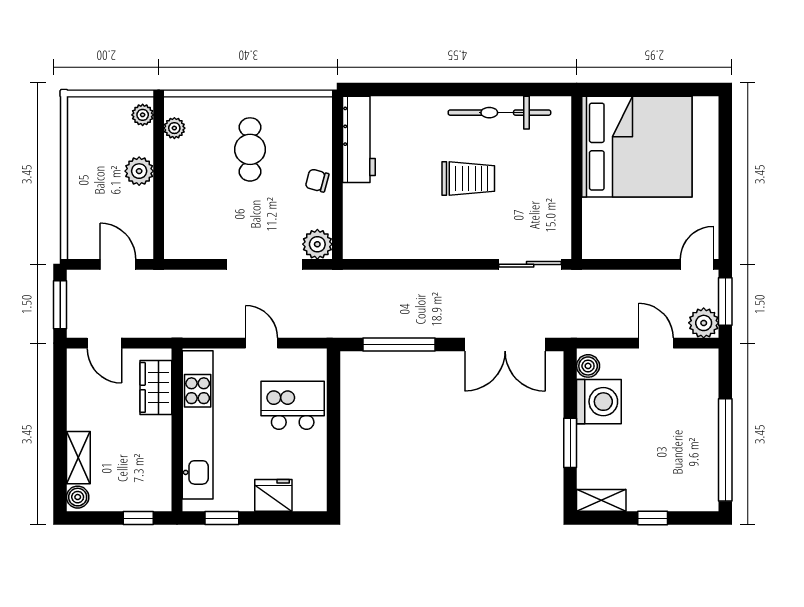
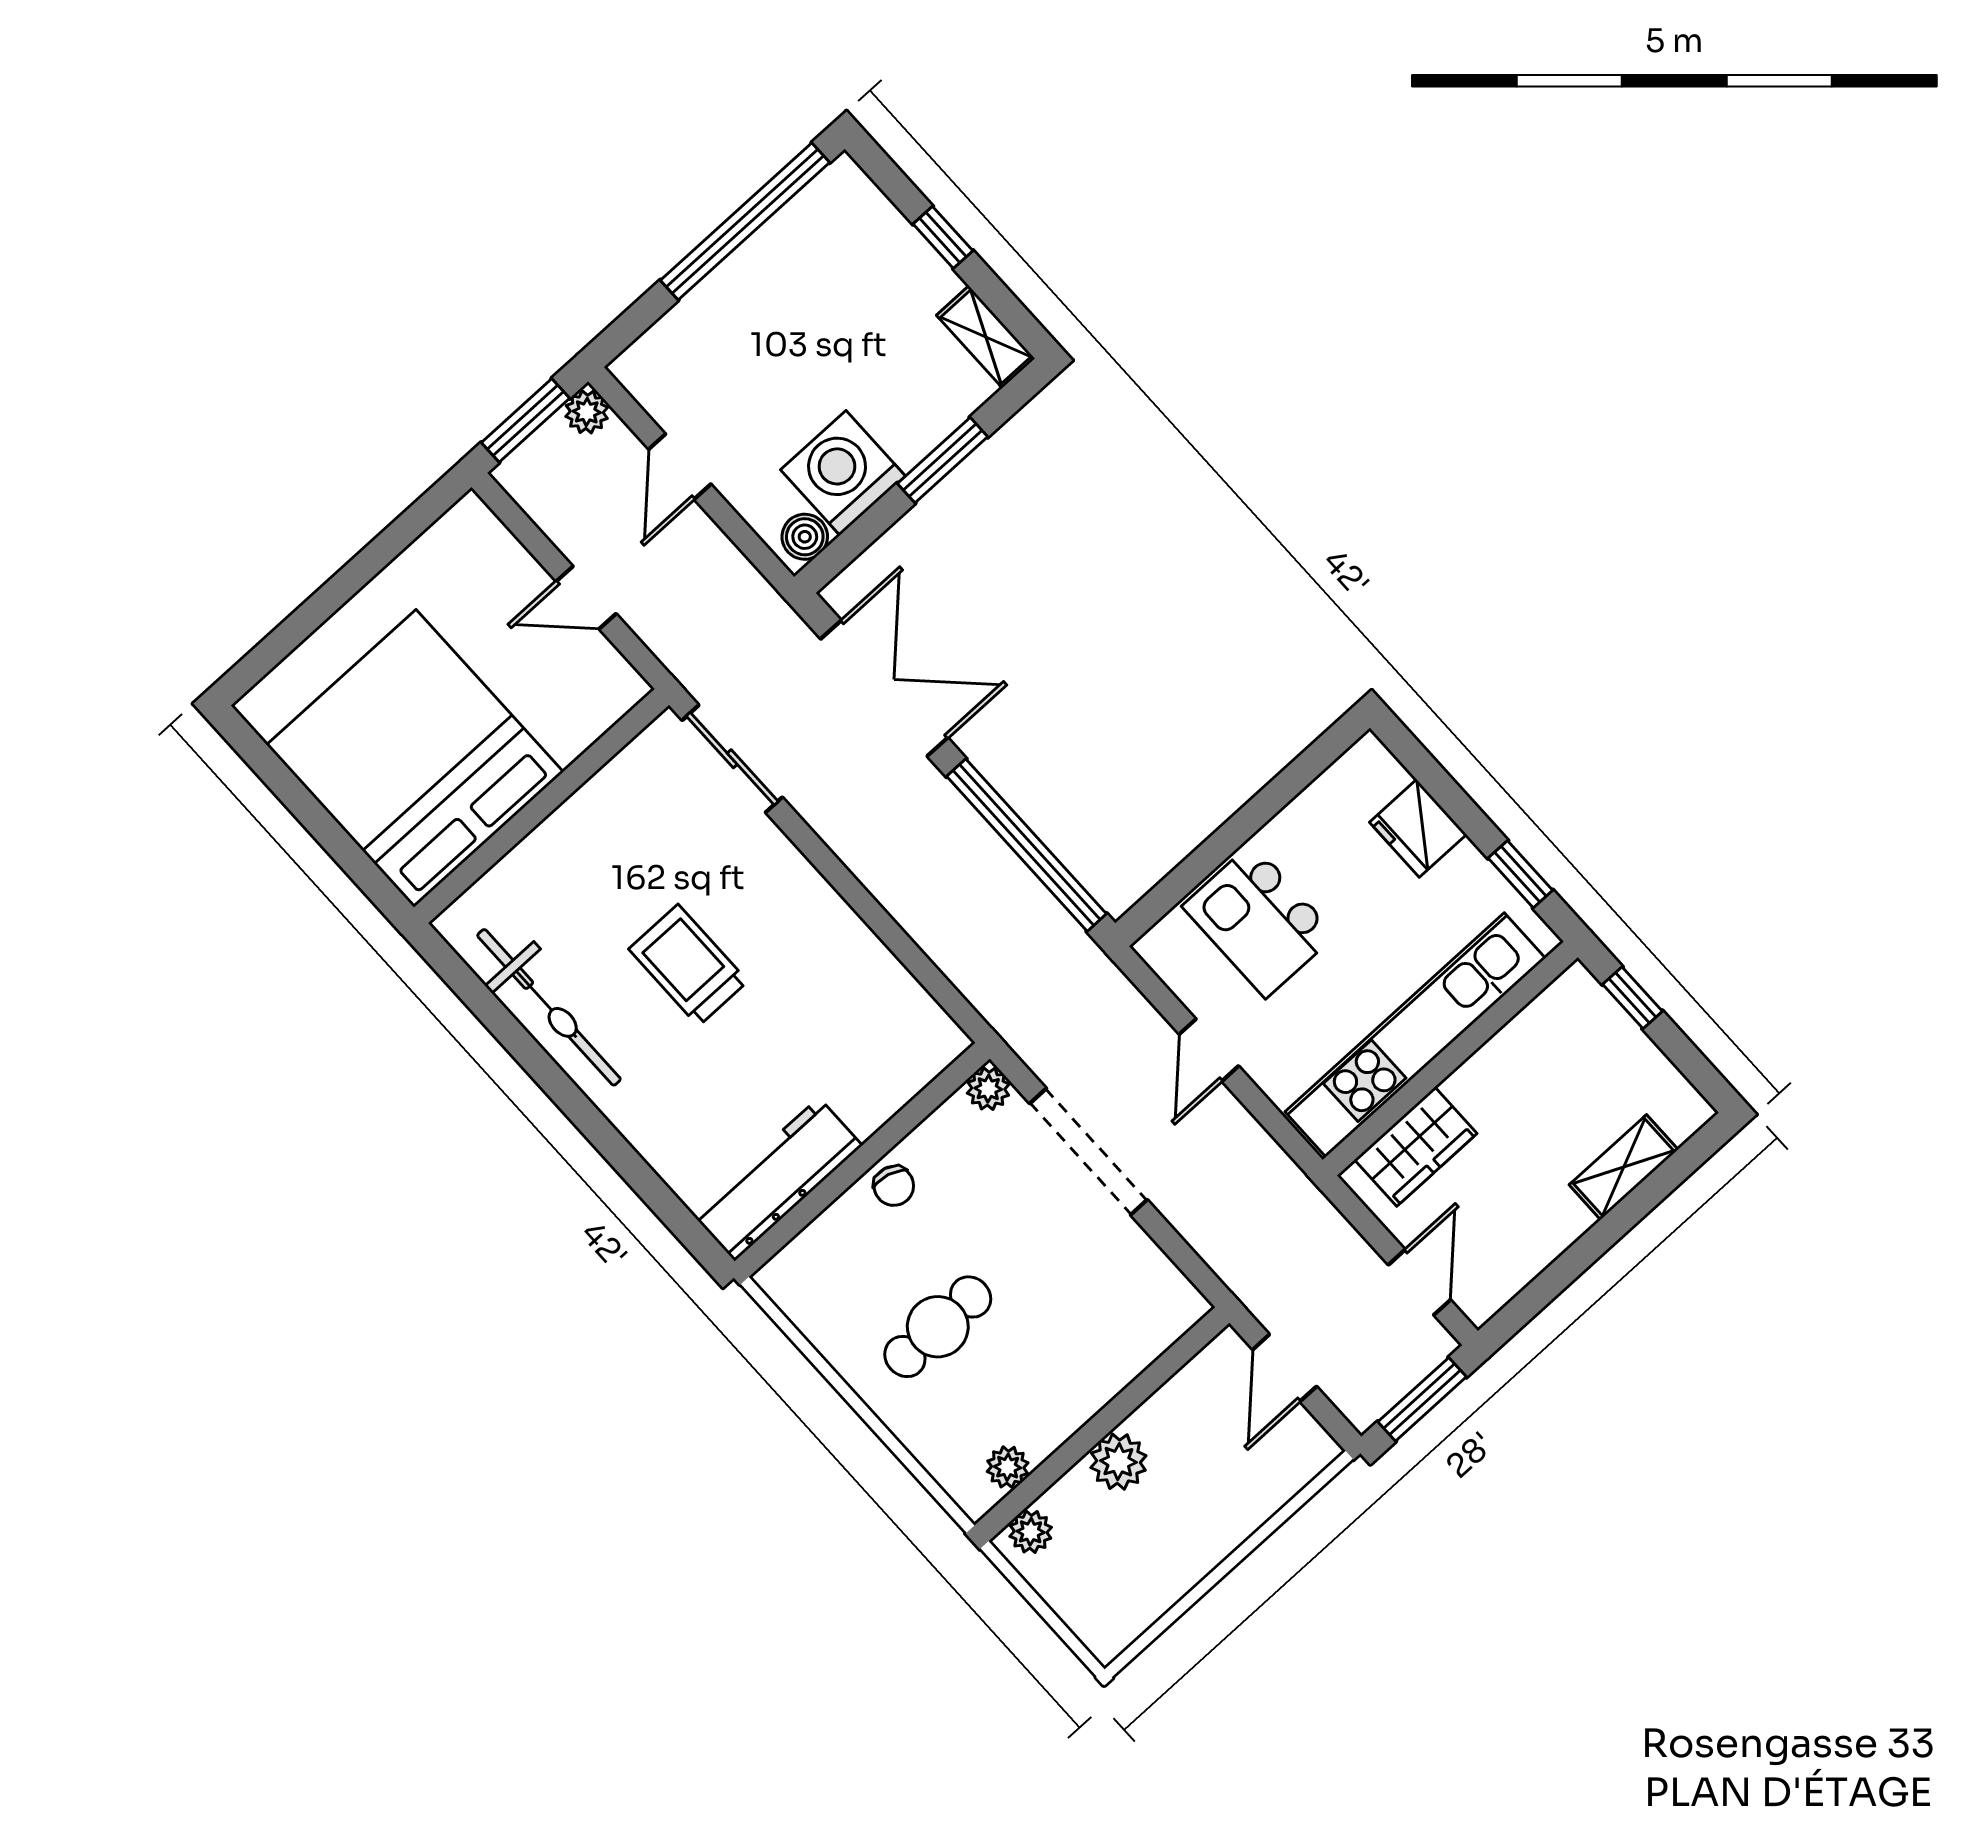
plant: (317, 244) -> (988, 1089), width x0.73, depth x0.73
door: (697, 264) -> (586, 598), moved
plant: (704, 323) -> (587, 412), width x0.73, depth x0.73
window: (399, 344) -> (1027, 845), width x1.46
boiler: (78, 497) -> (1683, 1115), removed

